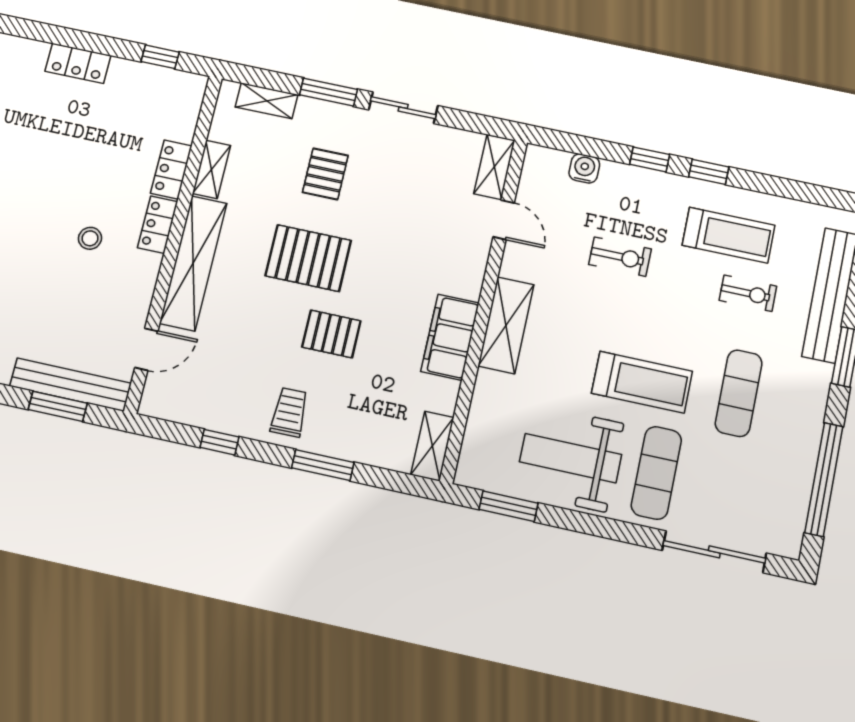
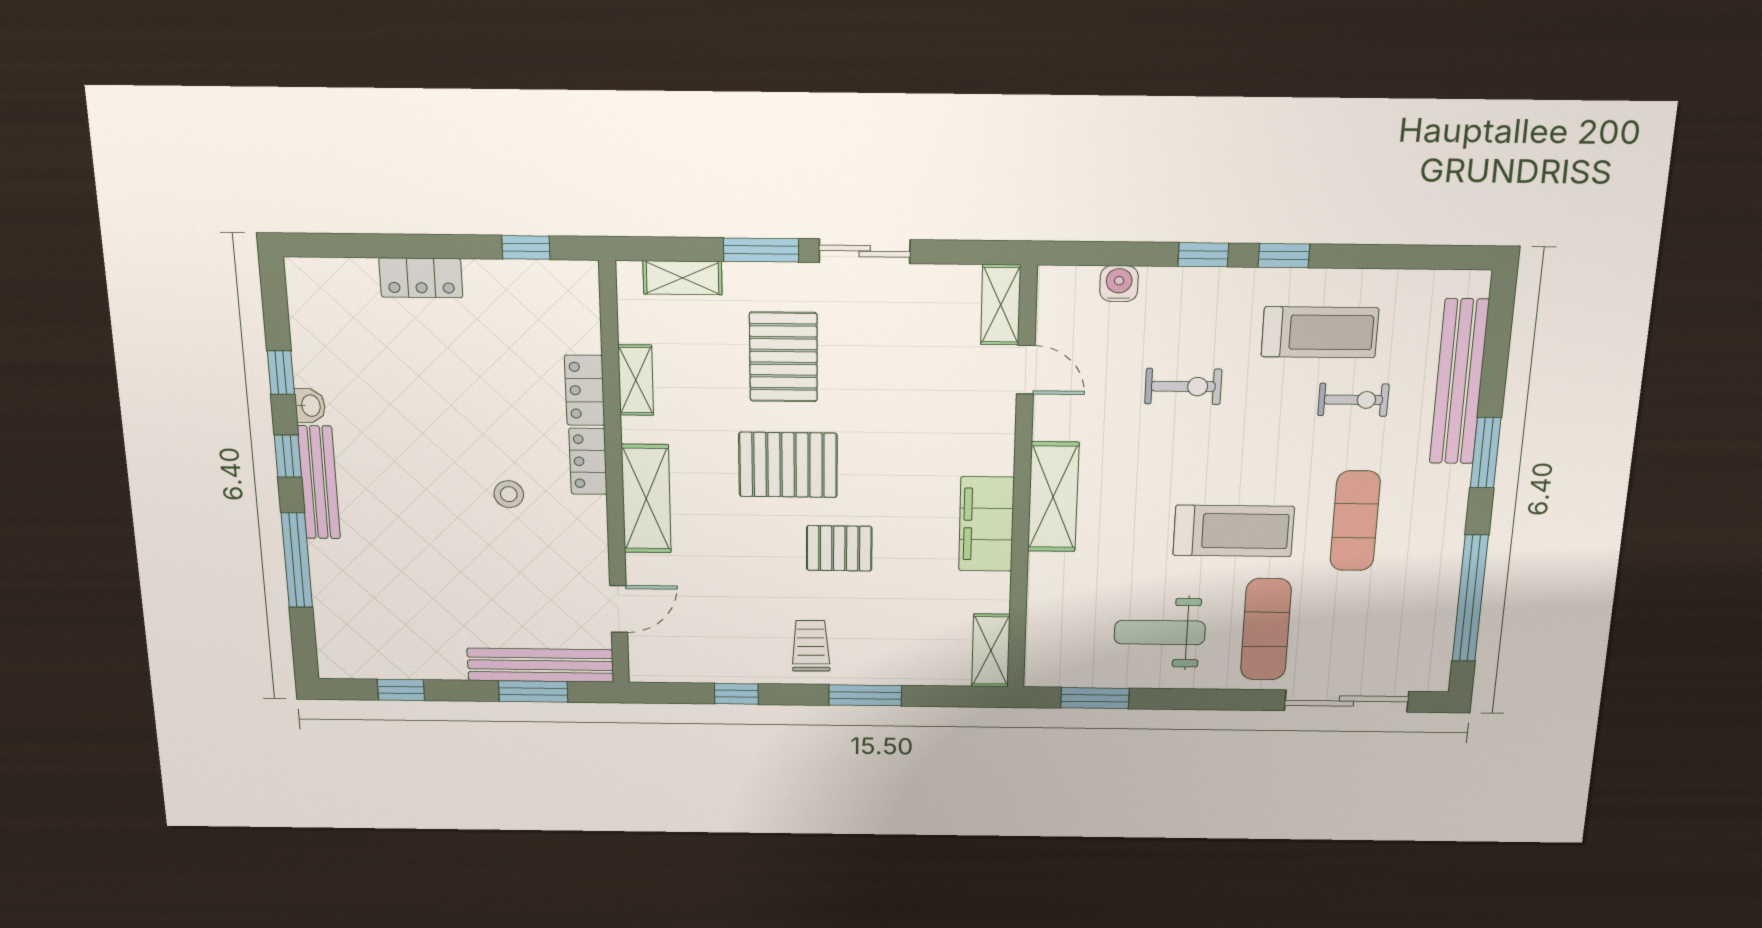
pallet: (325, 174) -> (783, 357), width x1.50, depth x1.42
shelving: (193, 263) -> (646, 499), width x0.68
weight bench: (571, 458) -> (1160, 633), width x0.73, depth x0.75

